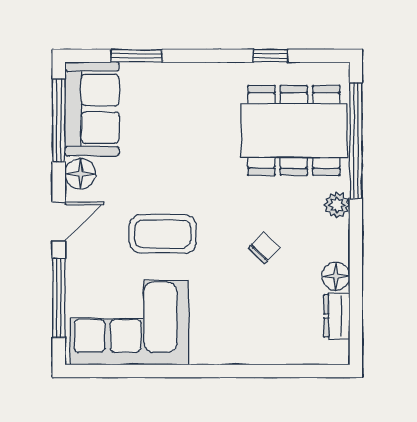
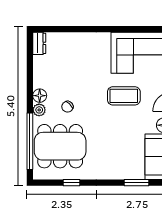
chair: (264, 248) -> (67, 107), moved
floor lamp: (336, 276) -> (40, 96), moved
dresser: (337, 316) -> (39, 43), moved

